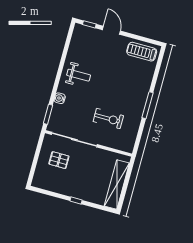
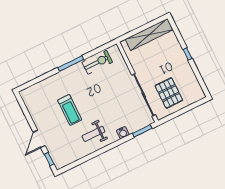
treadmill: (142, 52) -> (70, 110), moved
weight bench: (79, 75) -> (94, 134), turned -90
exercise bike: (108, 119) -> (97, 62), moved, turned 90
pallet: (59, 160) -> (169, 93), width x1.50, depth x1.42

